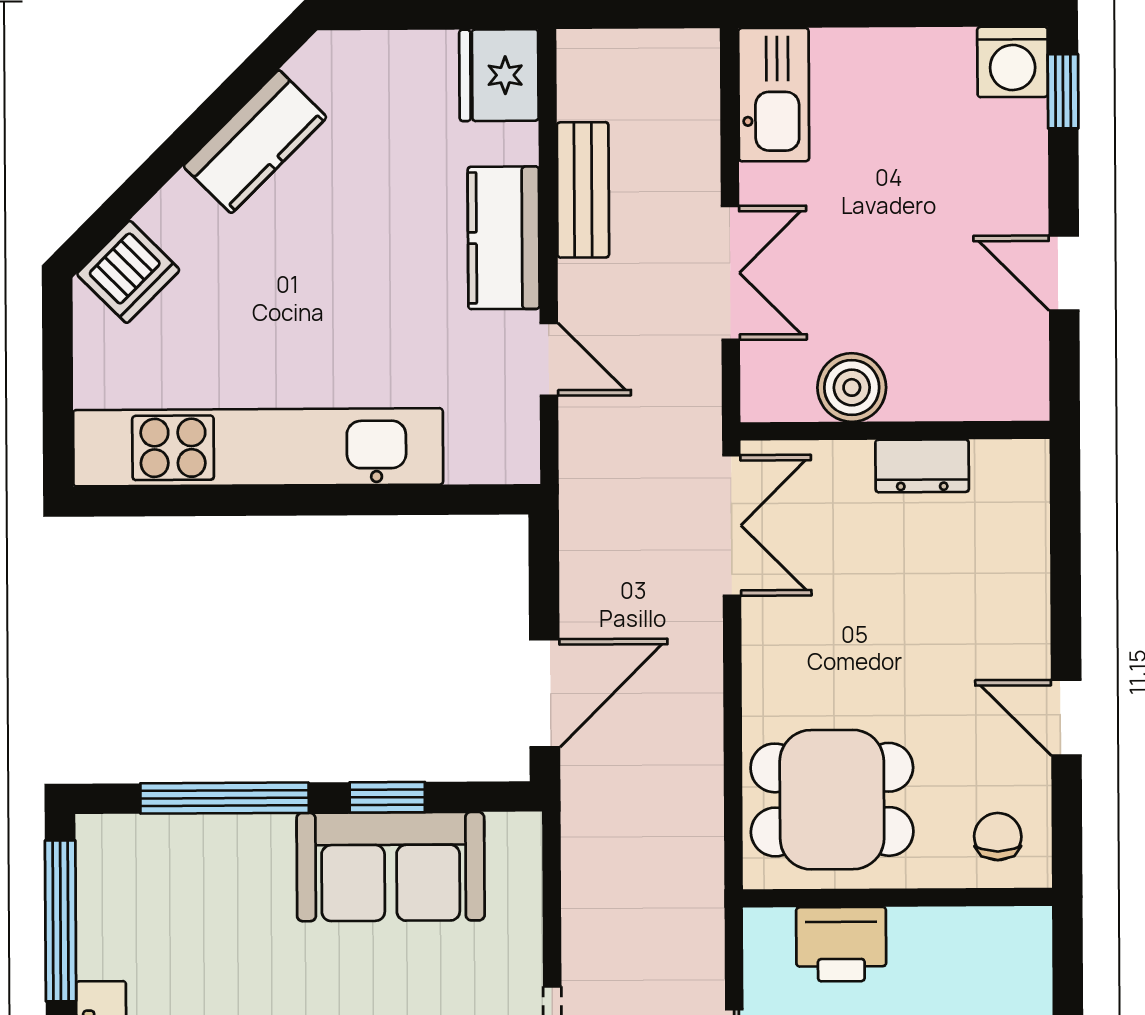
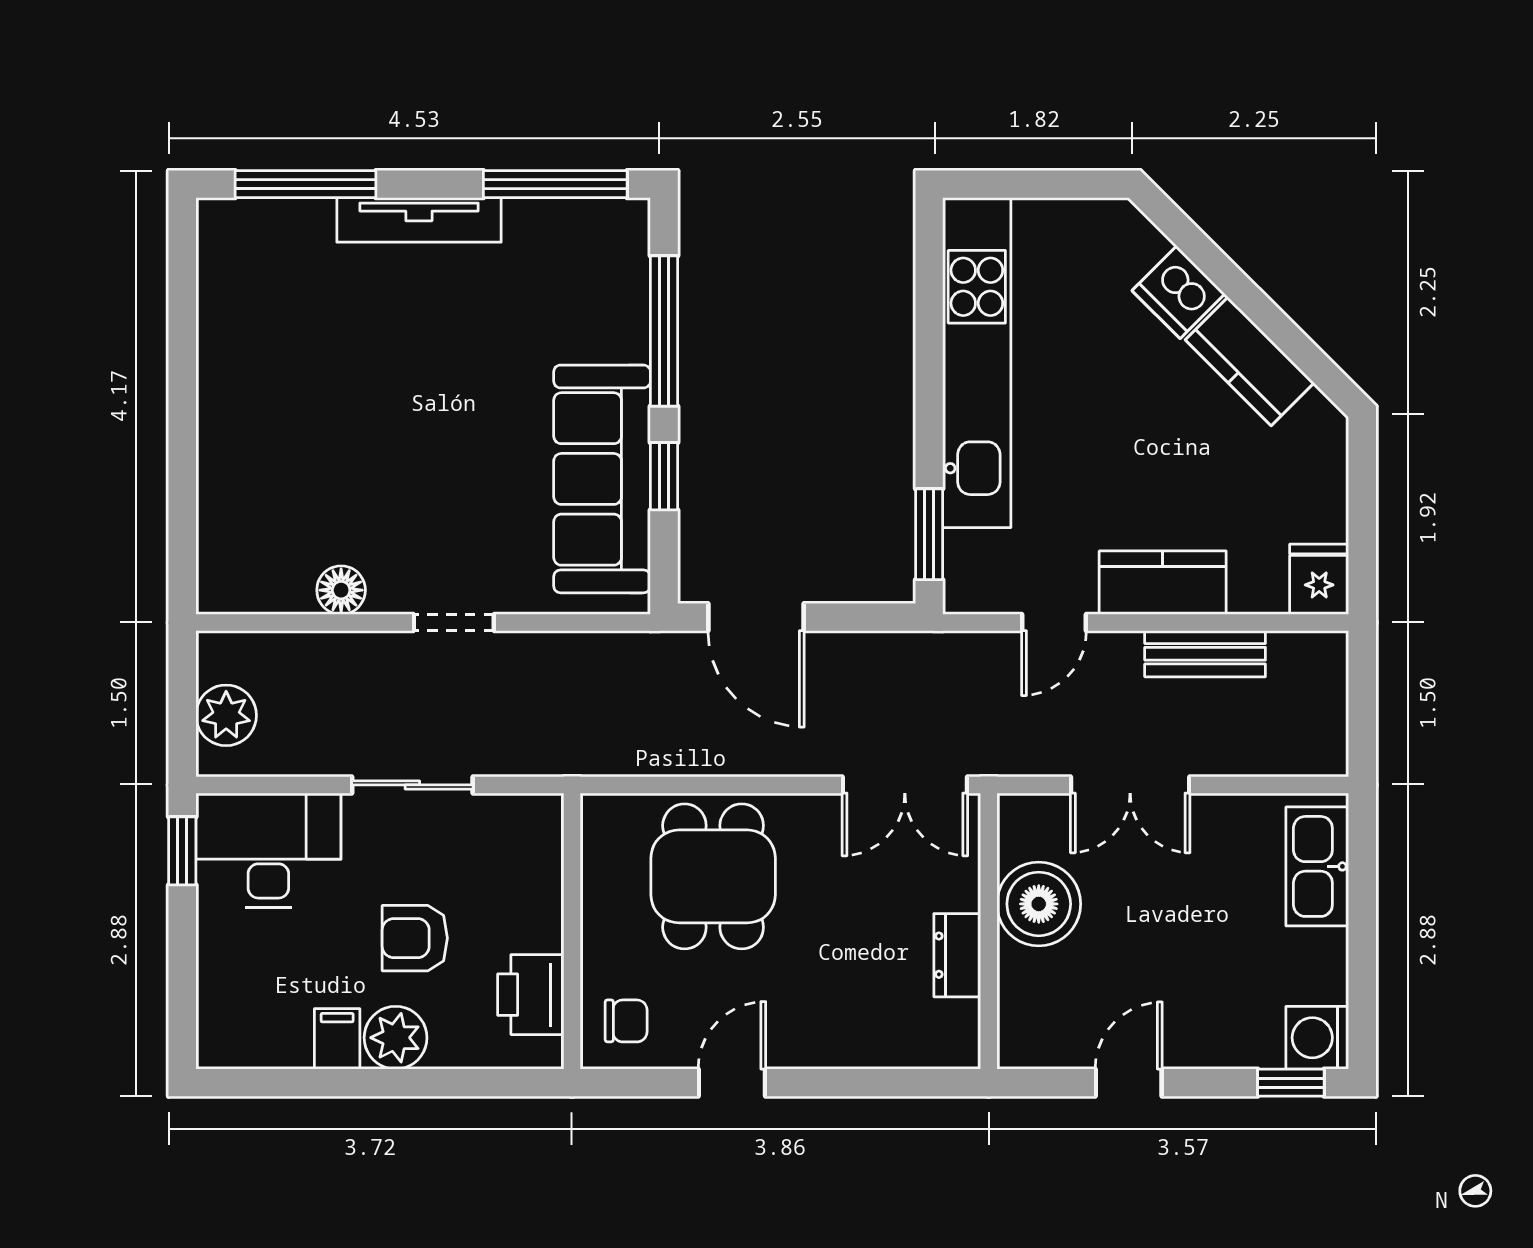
fridge: (499, 75) -> (1319, 579), width x0.72
kitchen sink: (774, 95) -> (1317, 866), moved, turned 90
dishwasher: (128, 272) -> (1178, 292), moved
boiler: (852, 387) -> (1039, 904), width x1.37, depth x1.37
window: (451, 500) -> (929, 534), added
dining table: (832, 800) -> (713, 876), moved
sofa: (391, 867) -> (602, 479), width x1.36
printer: (841, 944) -> (531, 995), moved

